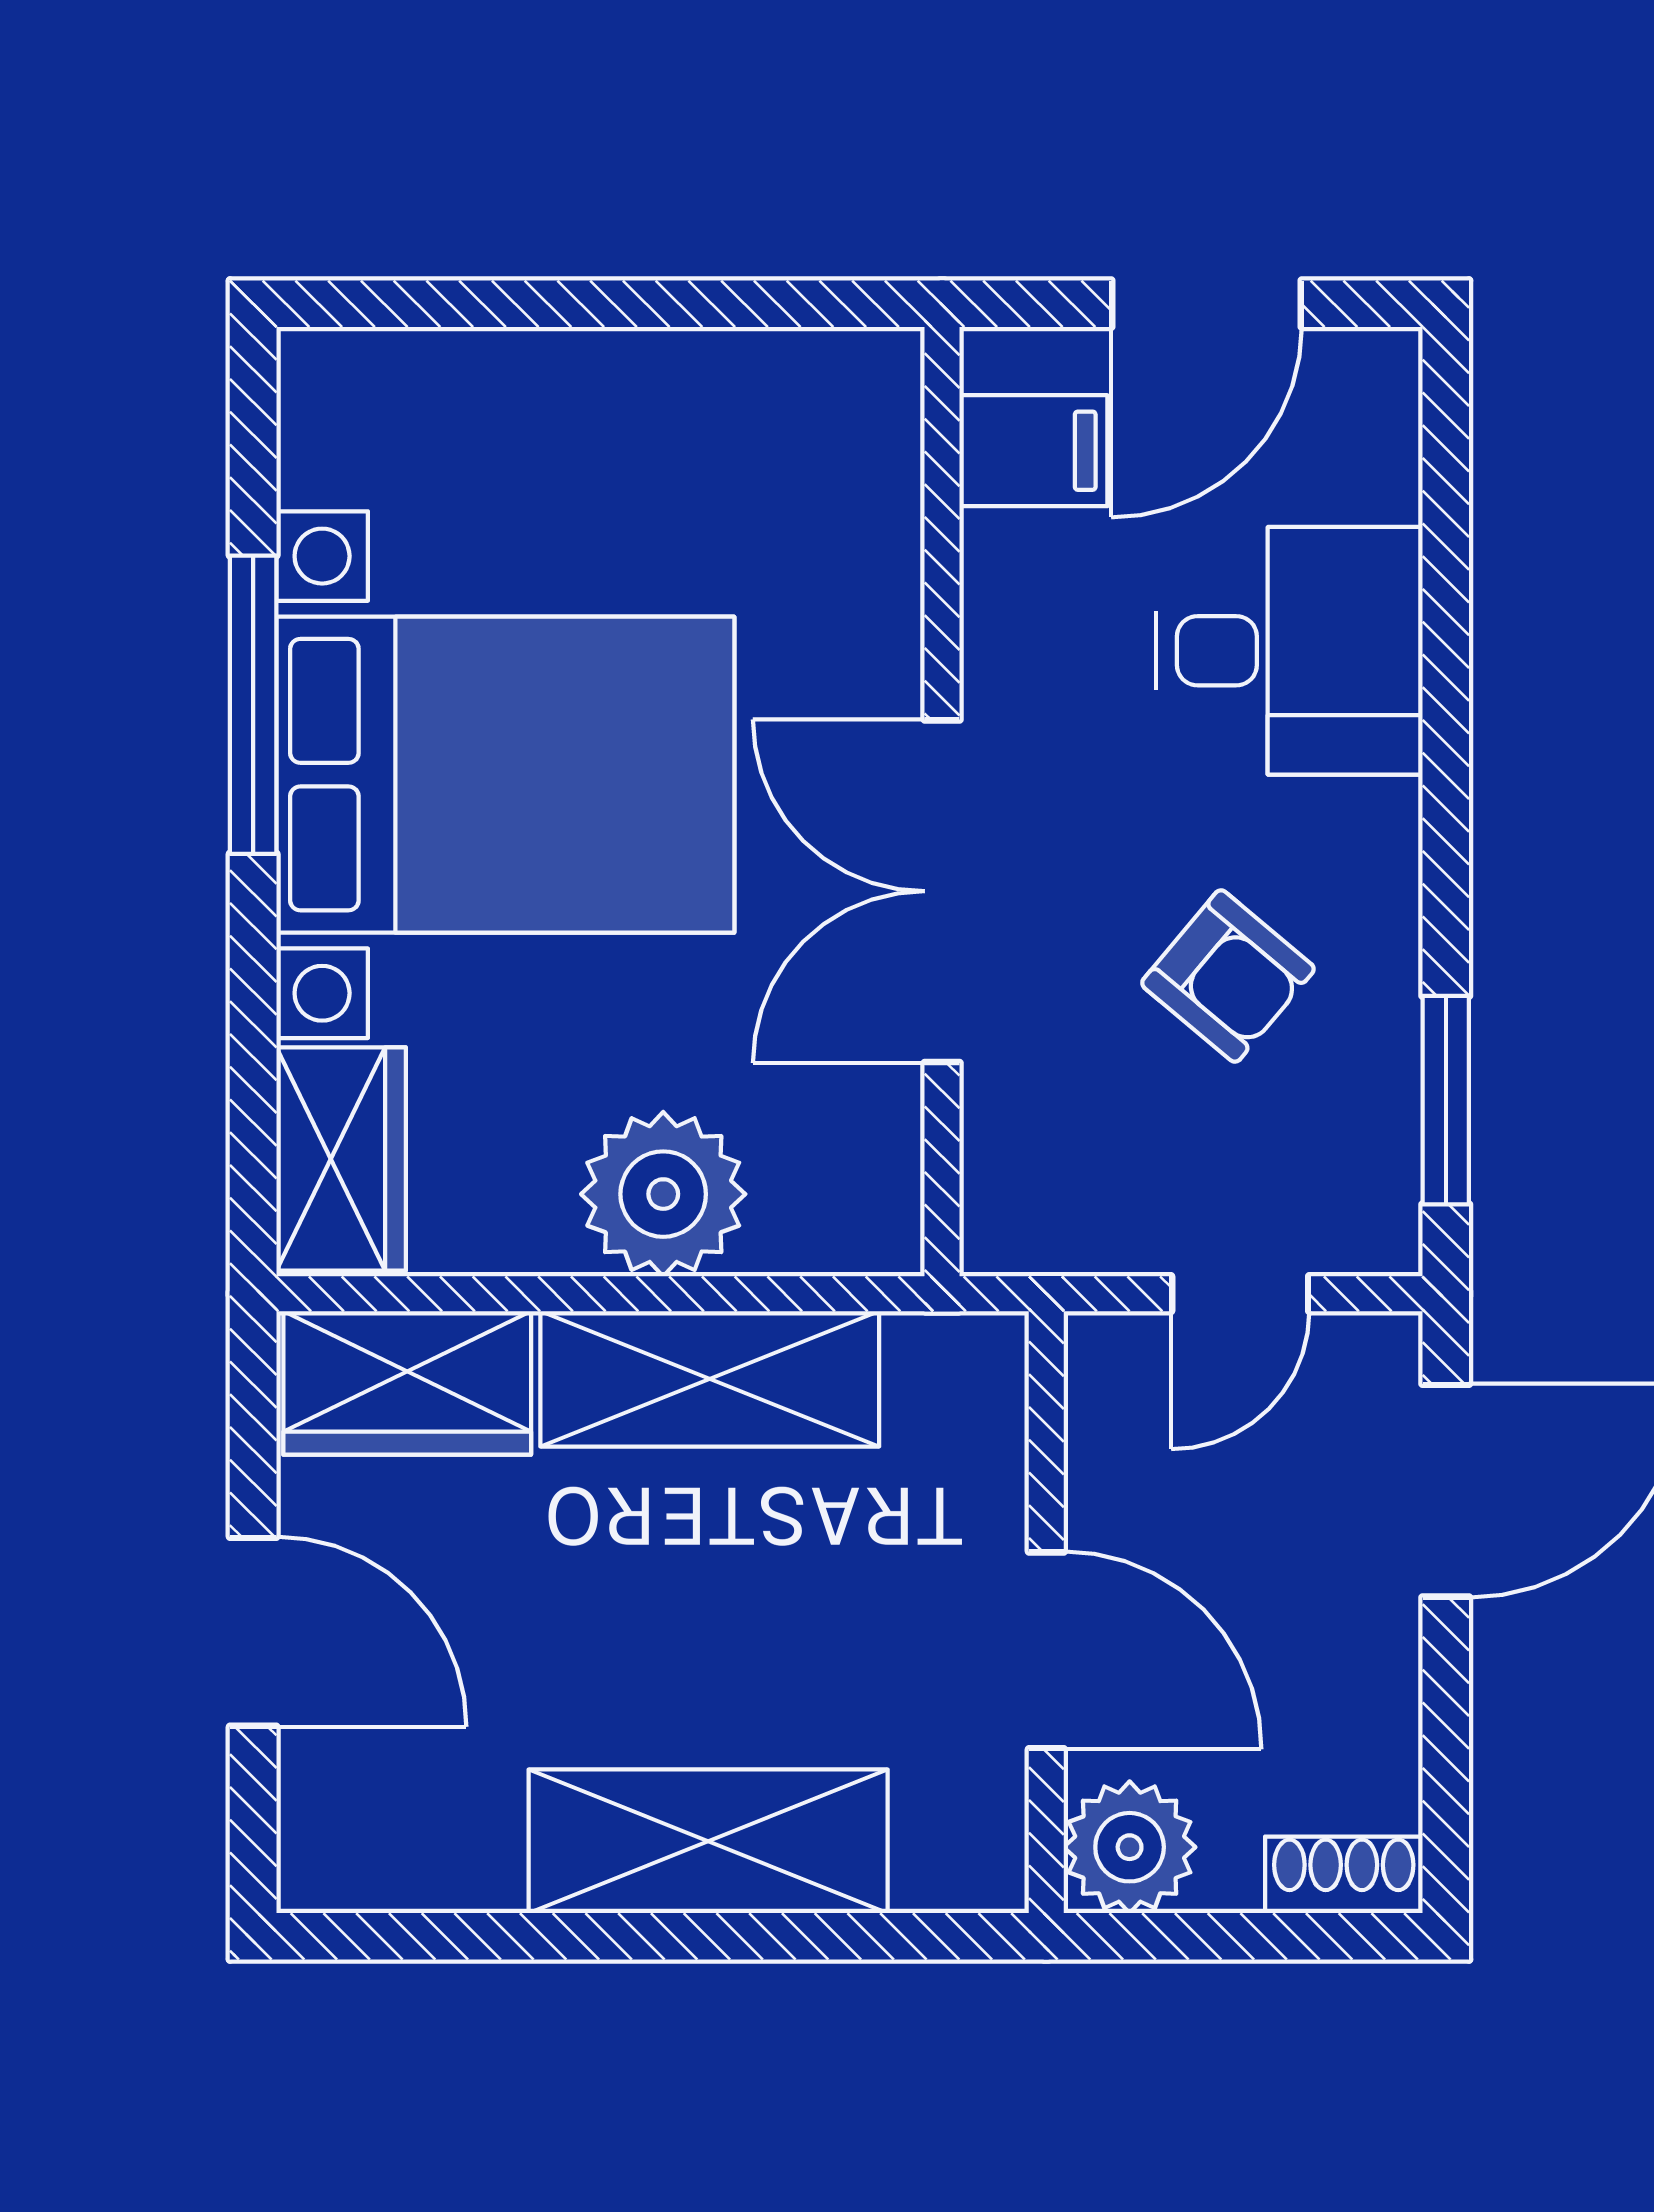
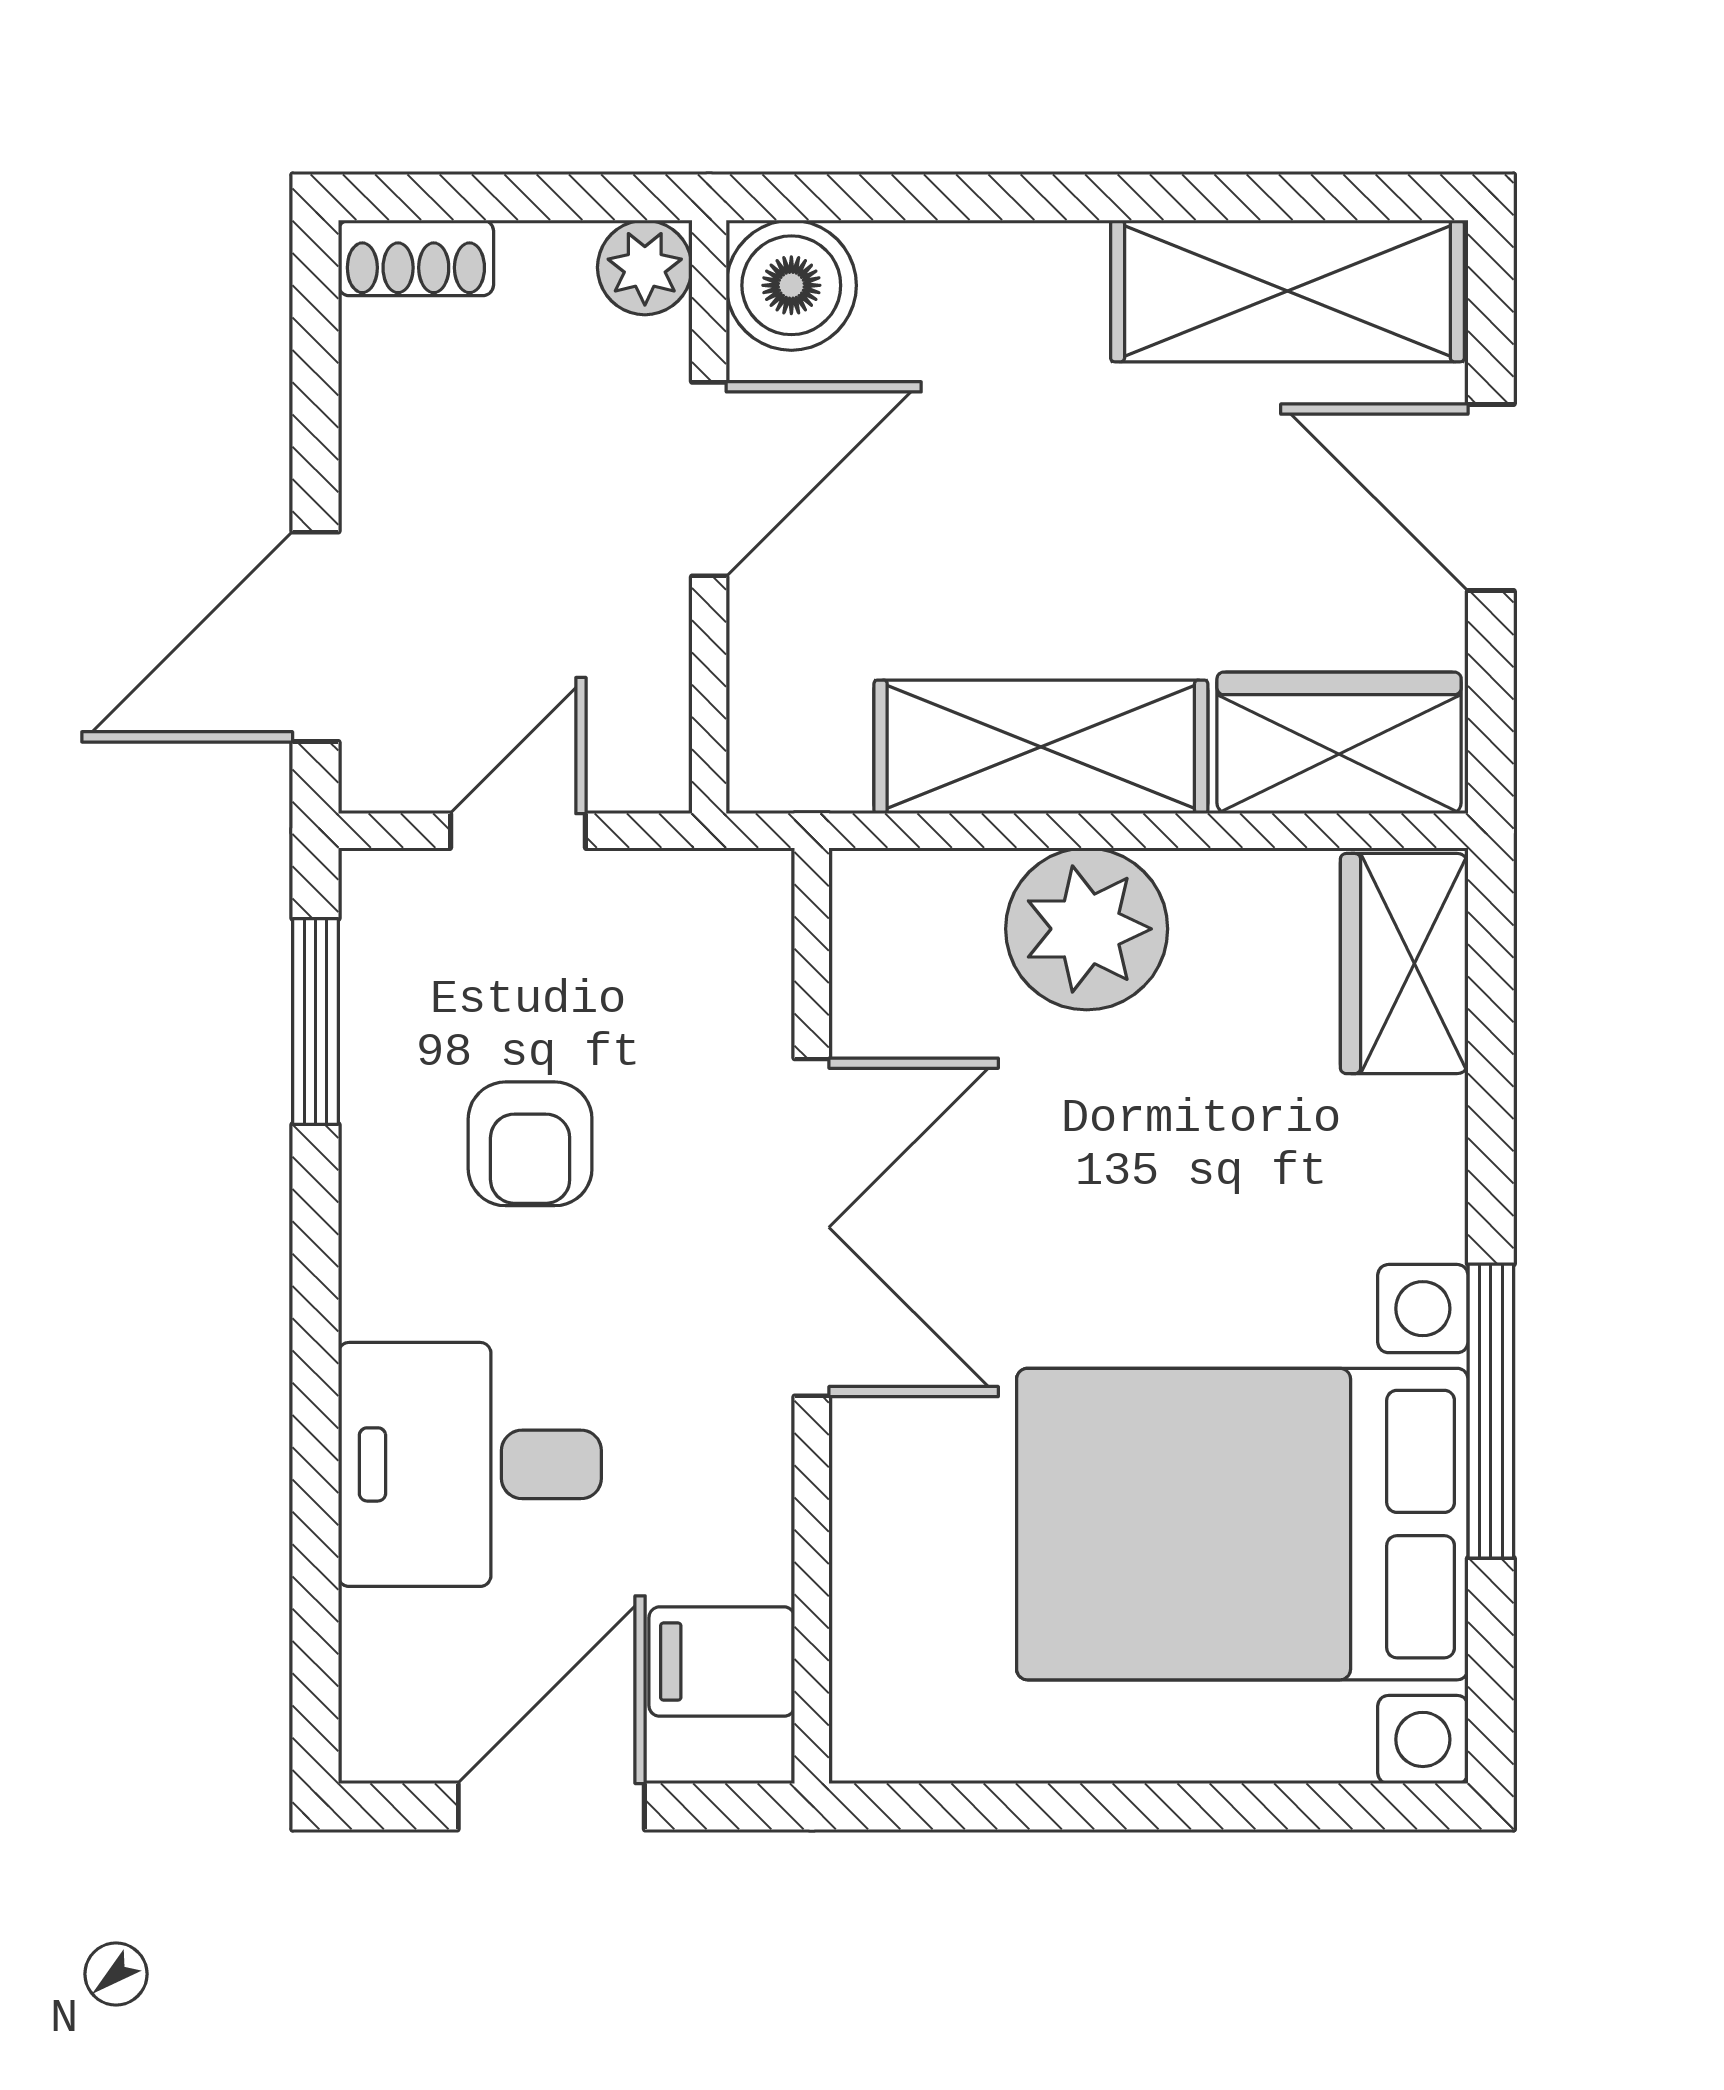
bed with nightstands: (505, 775) -> (1242, 1524), moved
armchair: (1228, 976) -> (530, 1144), turned -130
door: (1046, 1650) -> (709, 479), swing flipped
shelving: (708, 1841) -> (1287, 291), moved
boiler: (963, 1847) -> (791, 285), added
plant: (1130, 1847) -> (645, 267), width x0.73, depth x0.73

